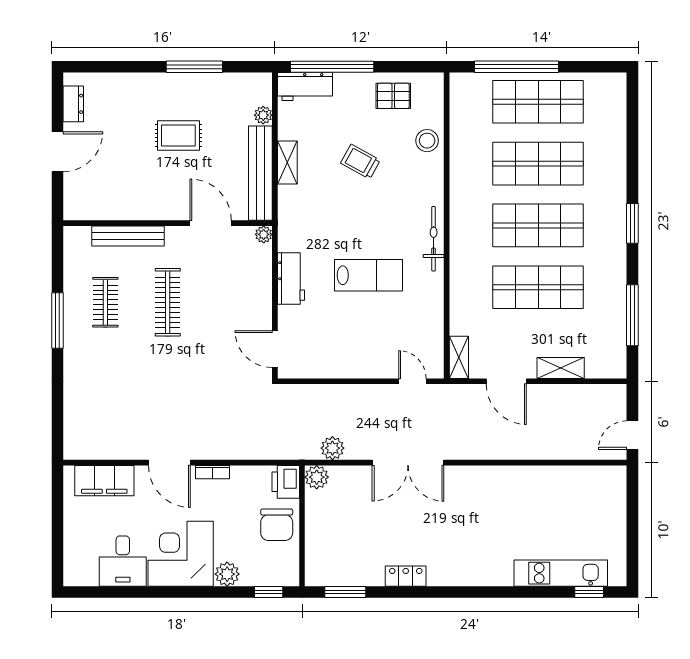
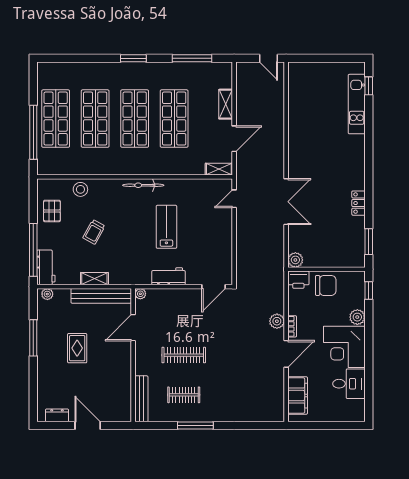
plant: (263, 115) -> (47, 294), moved
bench: (128, 236) -> (141, 399), moved
plant: (332, 448) -> (277, 321), moved

